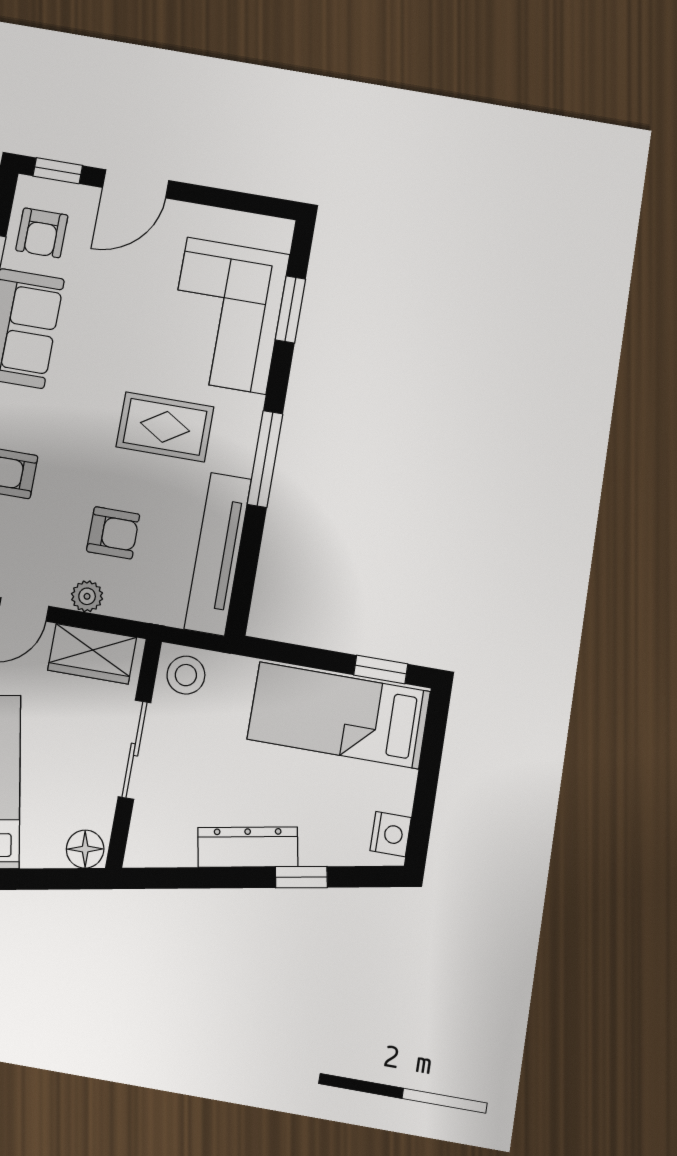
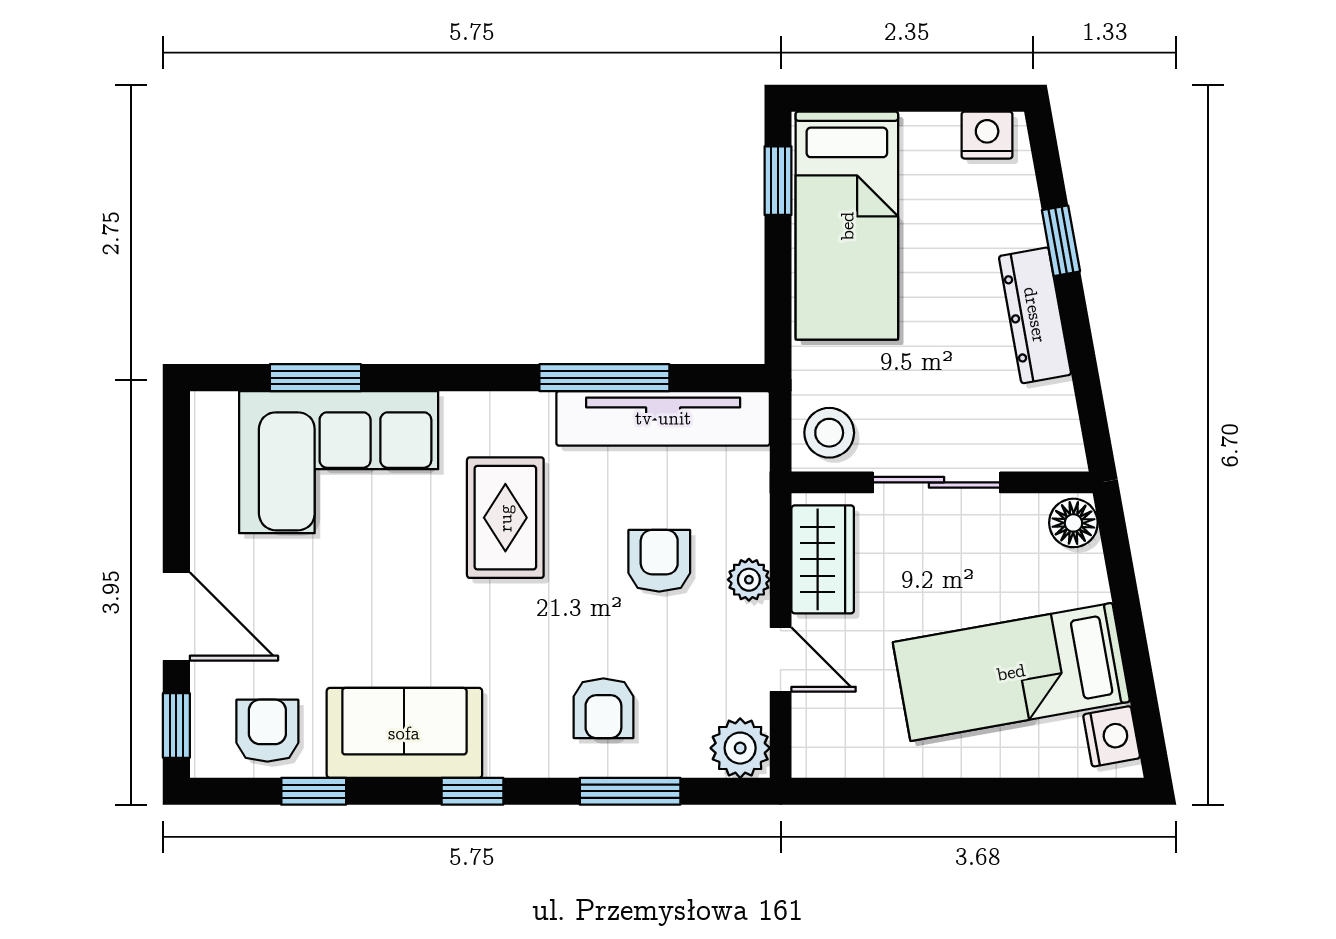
armchair: (42, 233) -> (267, 731), turned -90
window: (265, 459) -> (604, 378), moved

